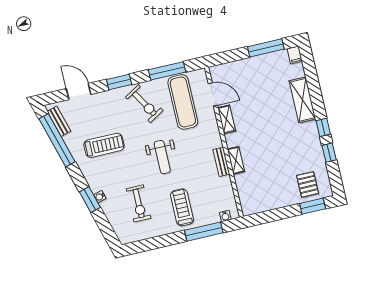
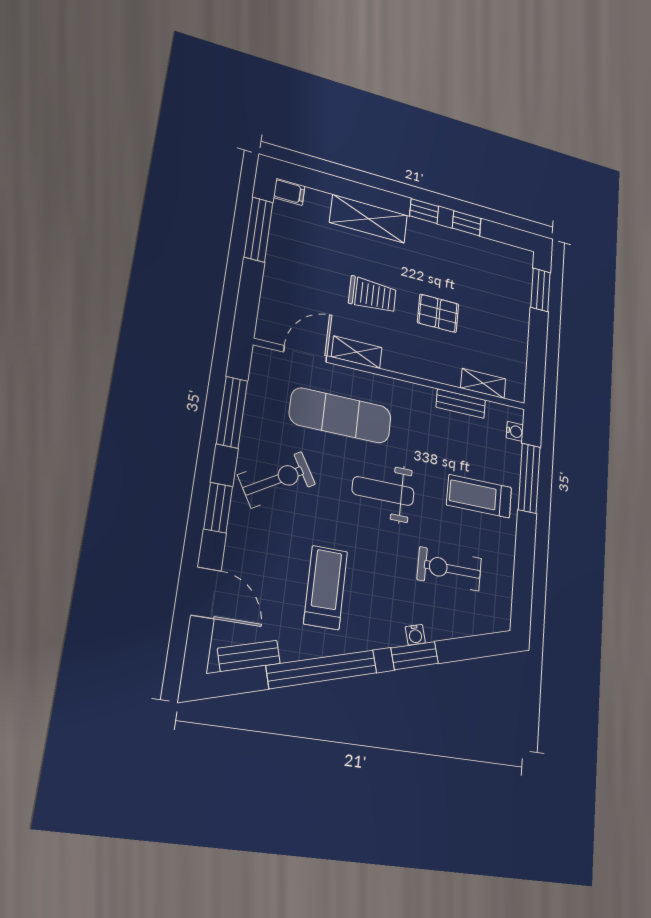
door: (79, 91) -> (206, 593), swing flipped
exercise mat: (183, 102) -> (341, 415), moved
trolley: (261, 117) -> (372, 295), added
window: (57, 140) -> (322, 669), moved
weight bench: (162, 157) -> (383, 491), turned 180
shelving: (236, 160) -> (483, 383), moved
bench: (221, 162) -> (461, 404), moved
pallet: (308, 184) -> (438, 313), moved
exercise bike: (139, 203) -> (449, 569), turned 180

